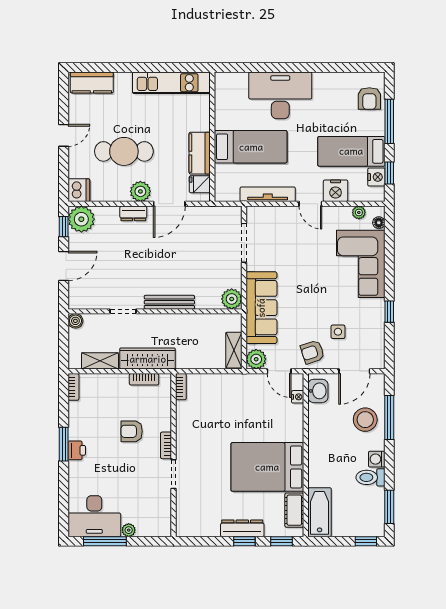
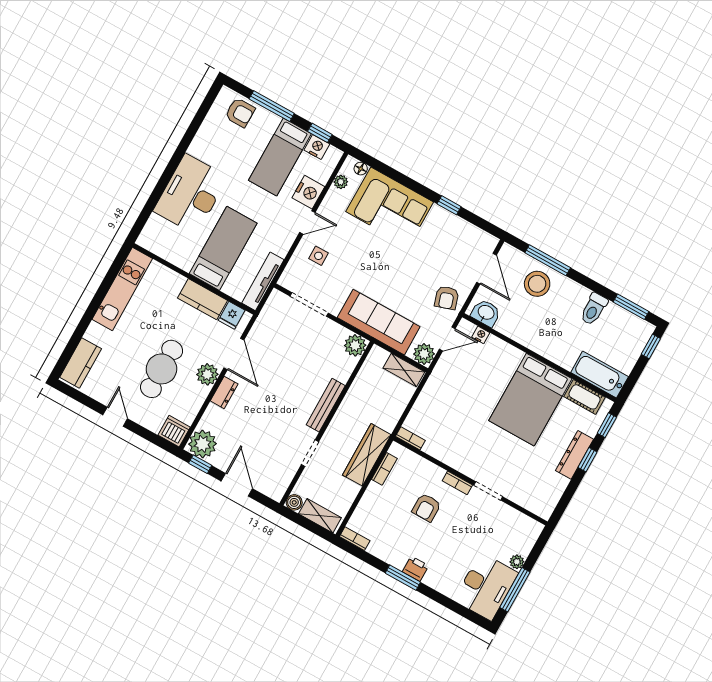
tv unit: (268, 194) -> (263, 281), moved
side table: (338, 332) -> (319, 256), moved
shelving: (100, 361) -> (320, 516), moved, turned 90
washing machine: (377, 459) -> (580, 294), removed

